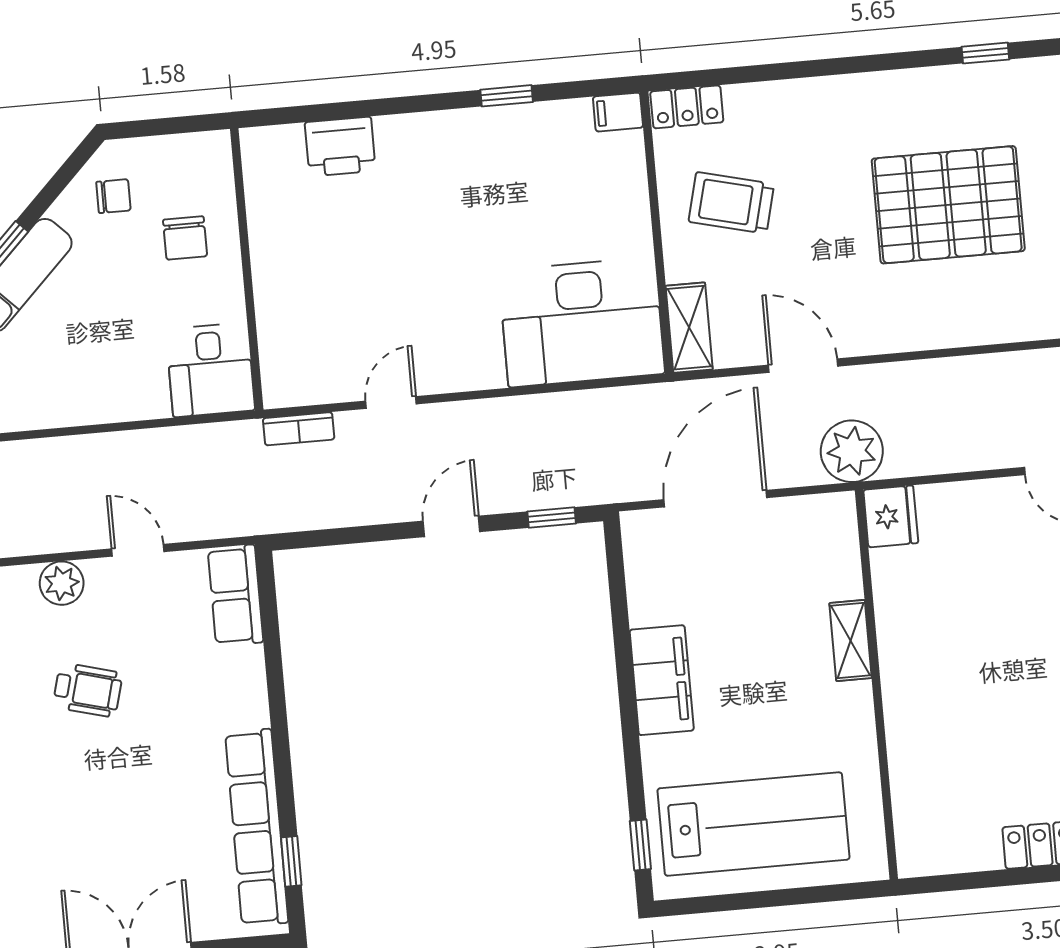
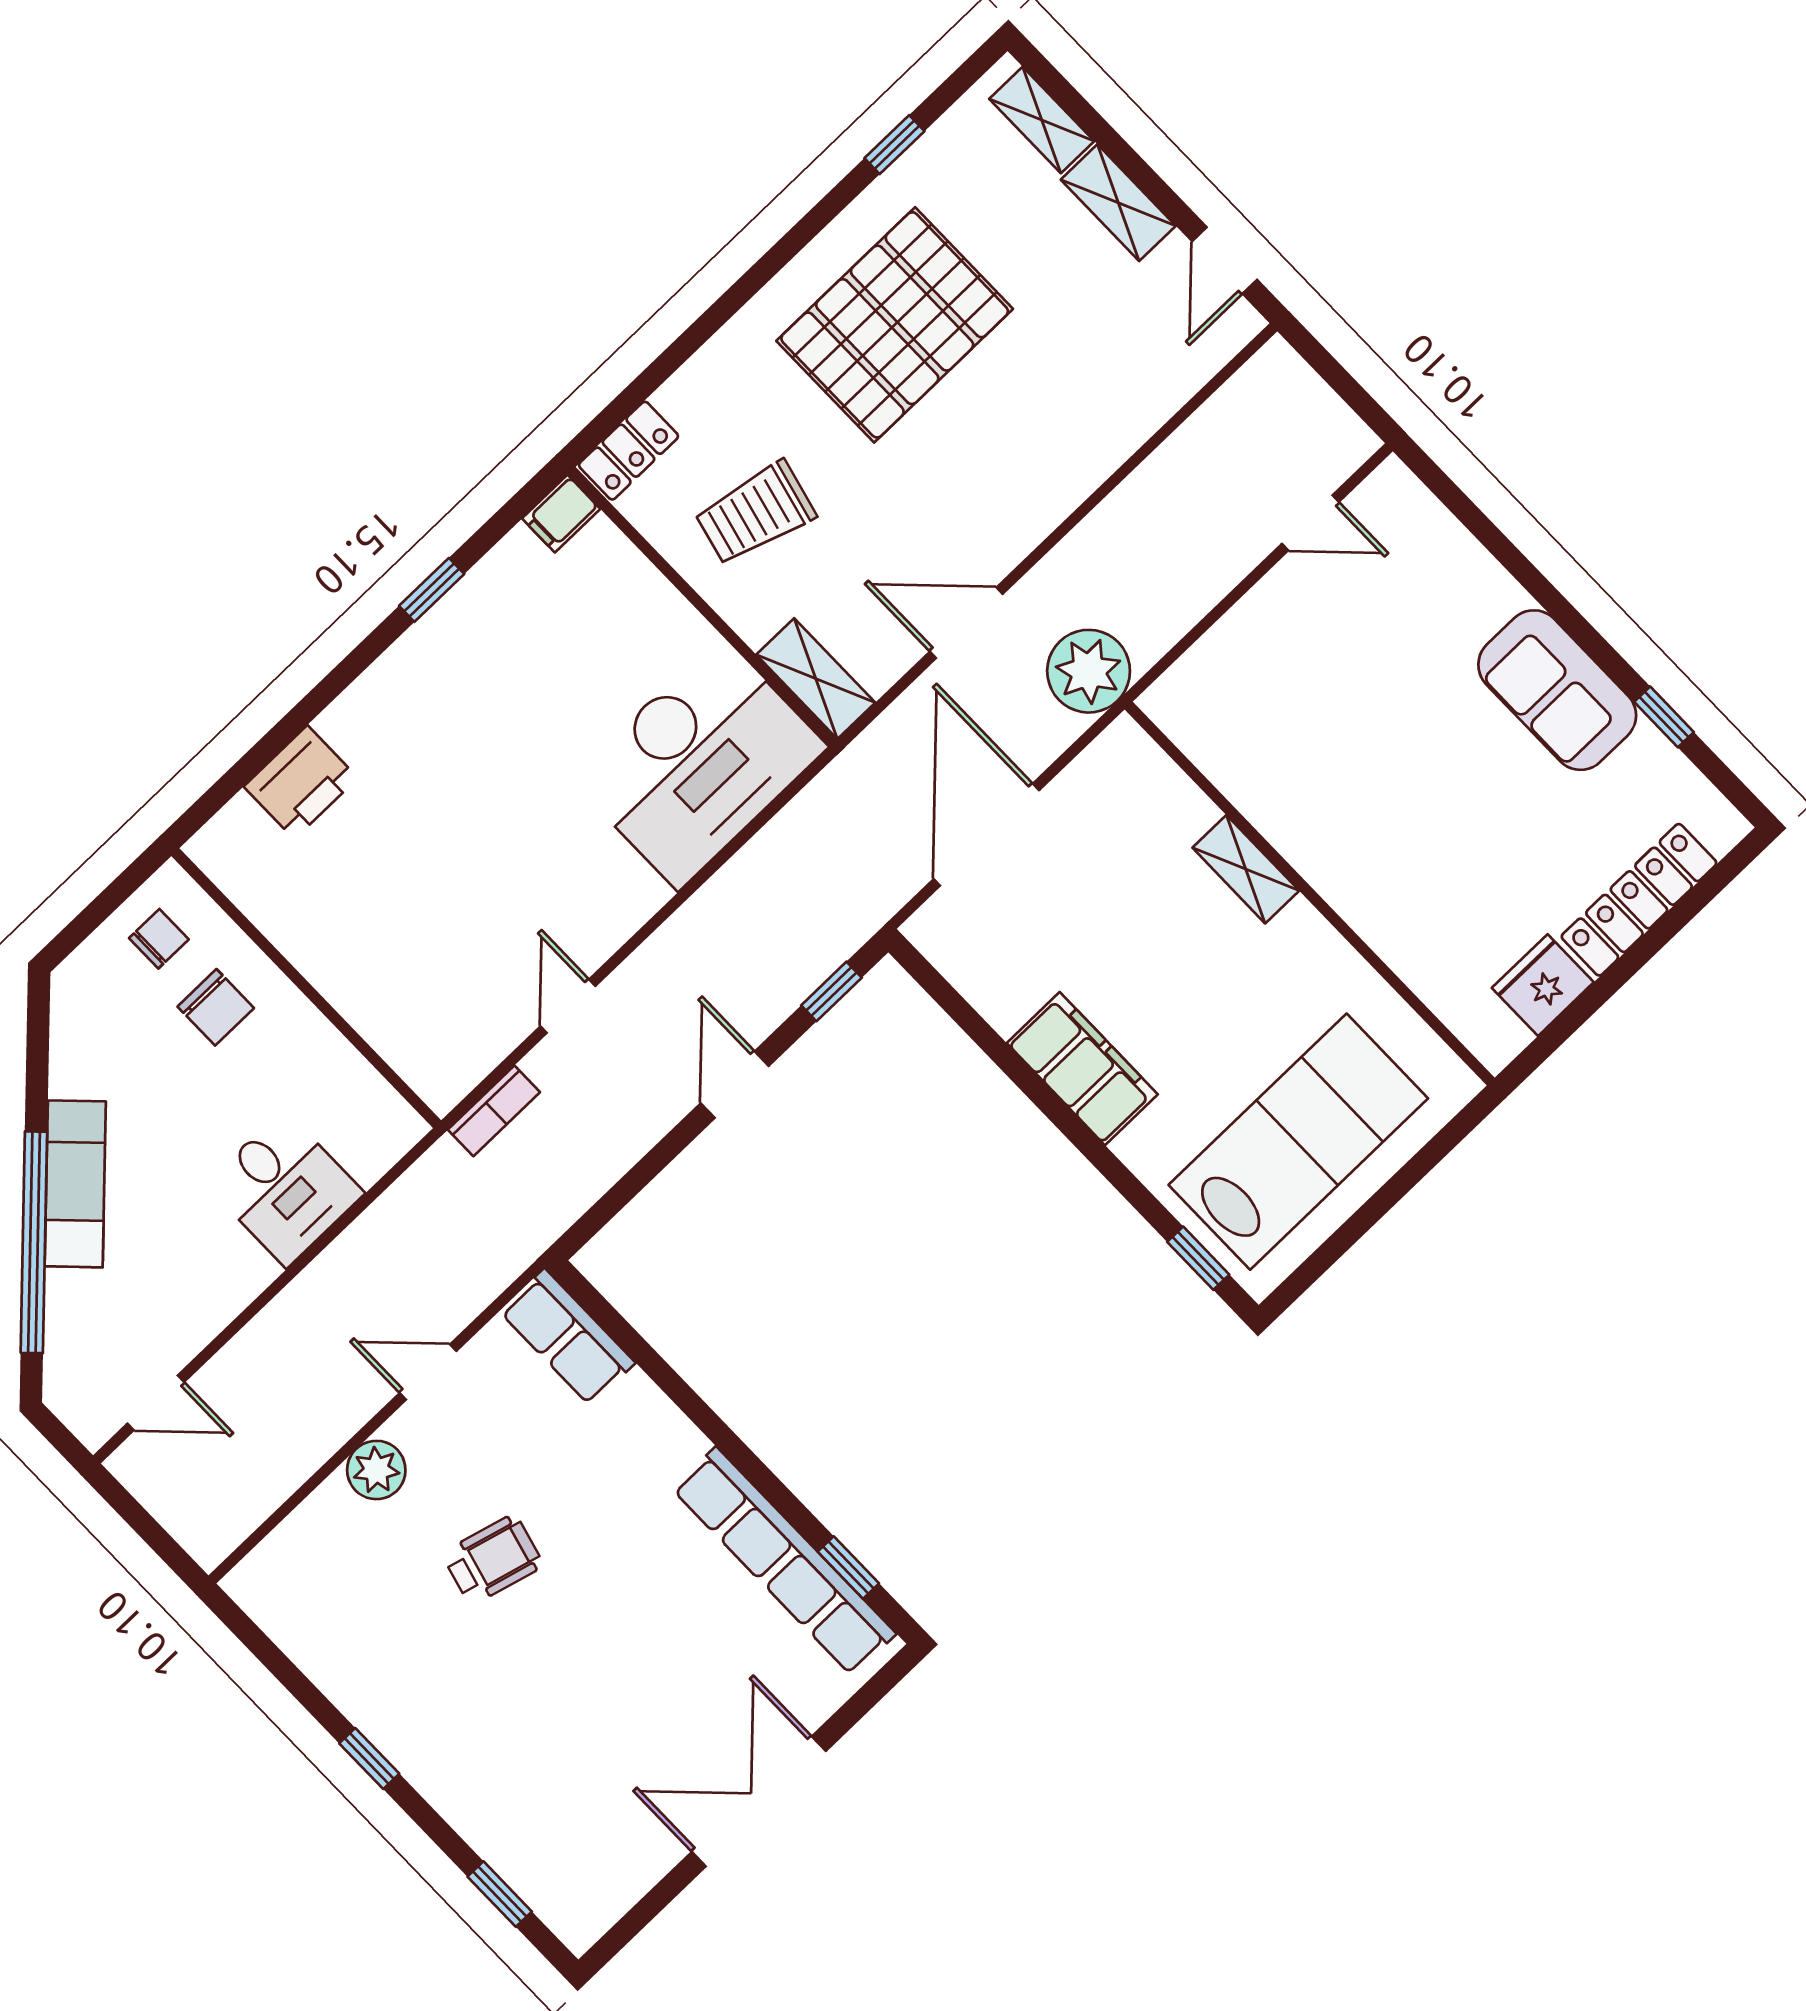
chair: (113, 196) -> (159, 939), moved
pallet: (948, 205) -> (895, 325), moved
desk: (210, 370) -> (285, 1189), moved
fridge: (891, 516) -> (1543, 985), moved, turned -90

